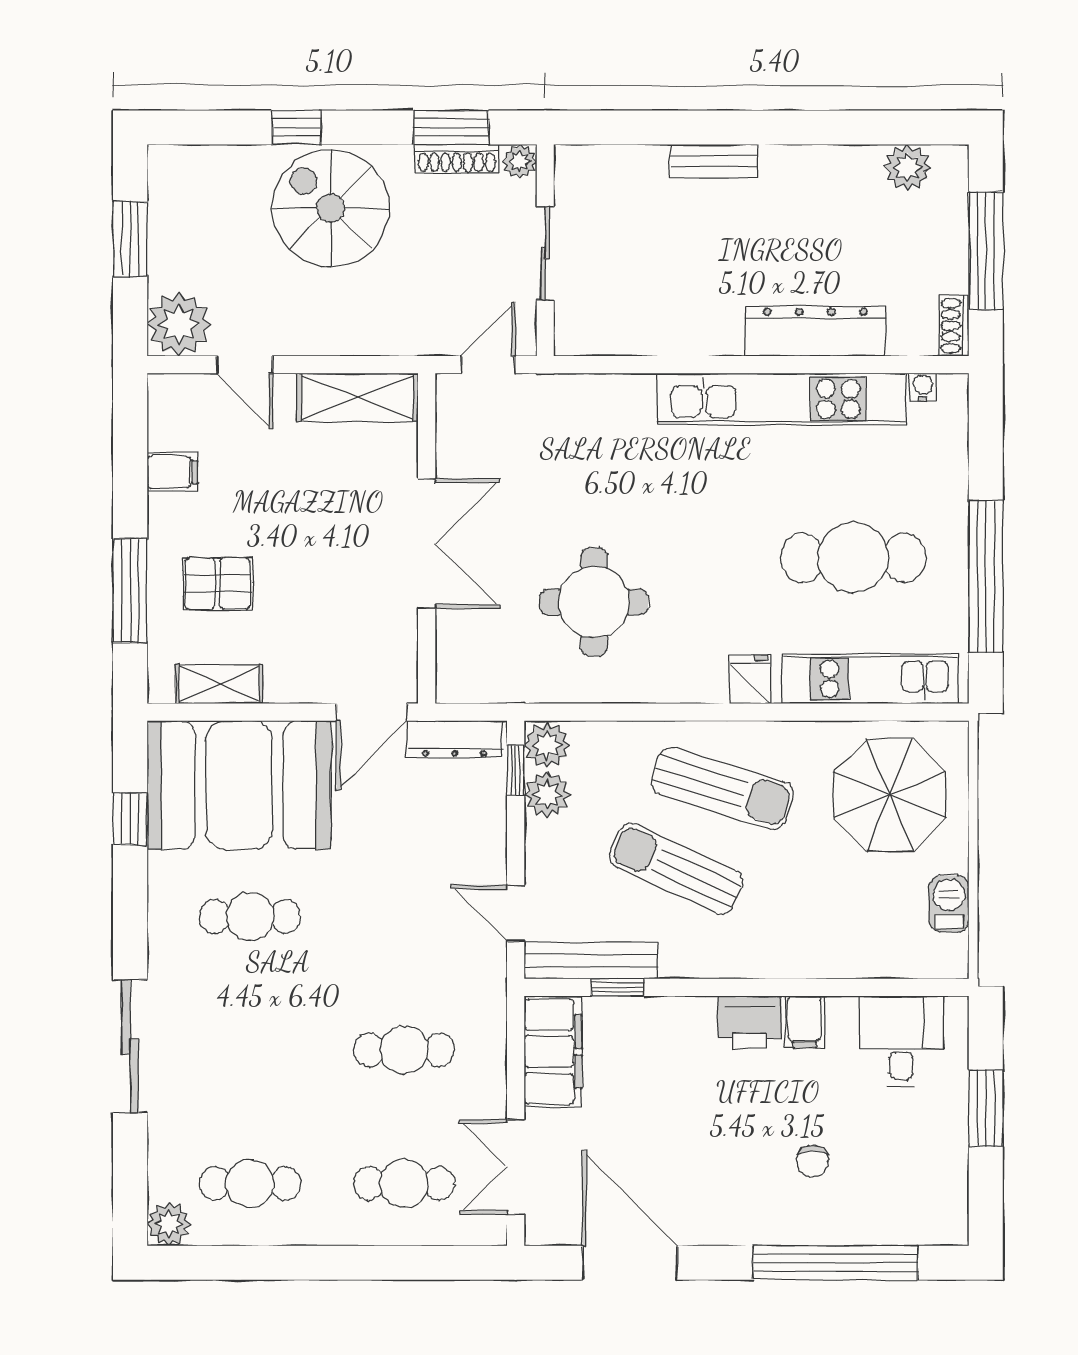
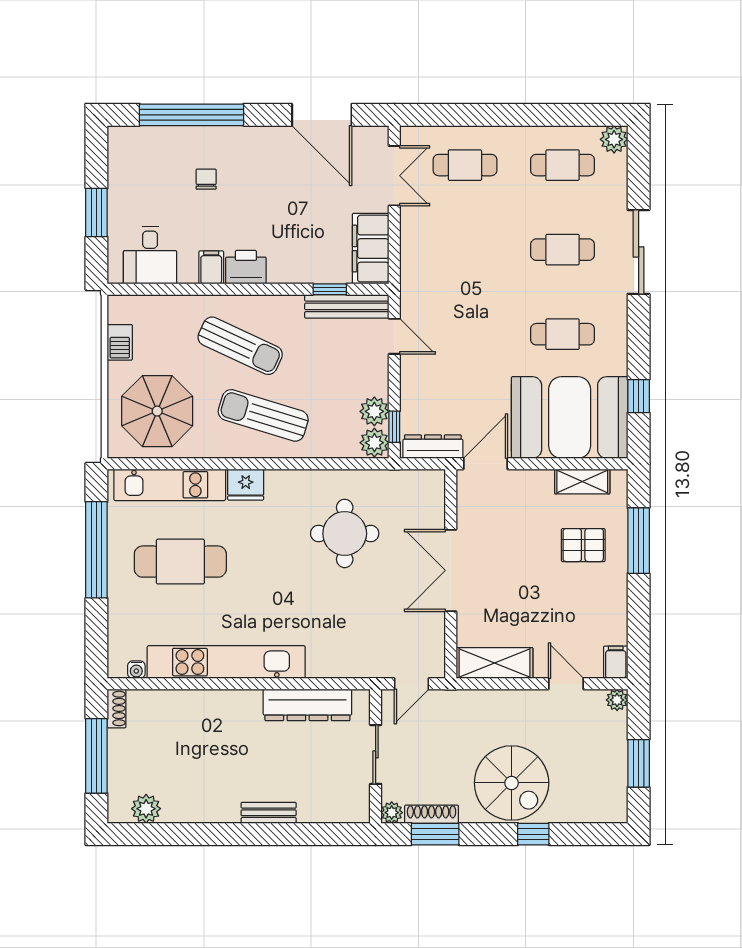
plant: (179, 324) -> (617, 700), width x0.53, depth x0.53
dresser: (815, 331) -> (307, 705), moved
filing cabinet: (173, 472) -> (616, 662), moved, turned 90
fridge: (750, 679) -> (246, 485), width x1.38
sun lounger: (676, 869) -> (240, 346), moved
cafe table: (404, 1050) -> (563, 250), moved

